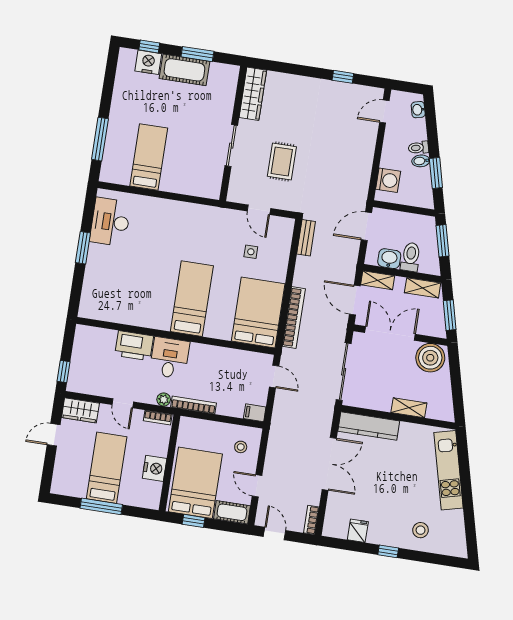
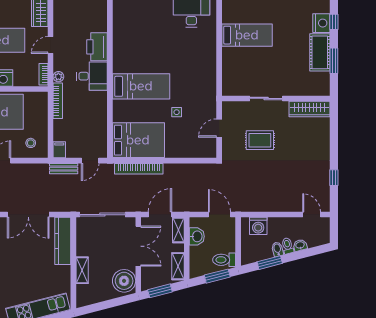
washbasin: (418, 110) -> (300, 245), moved
bench: (306, 238) -> (64, 169), moved
side table: (251, 252) -> (177, 112), moved
toilet: (411, 257) -> (224, 260), moved, turned 180

